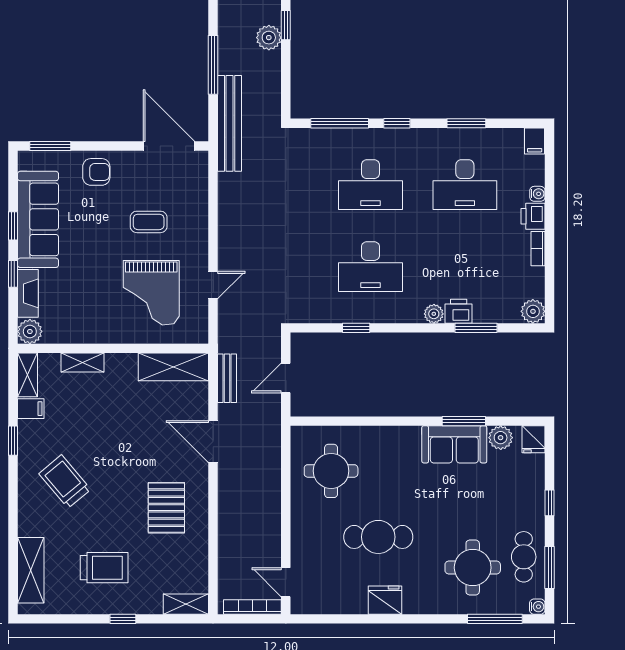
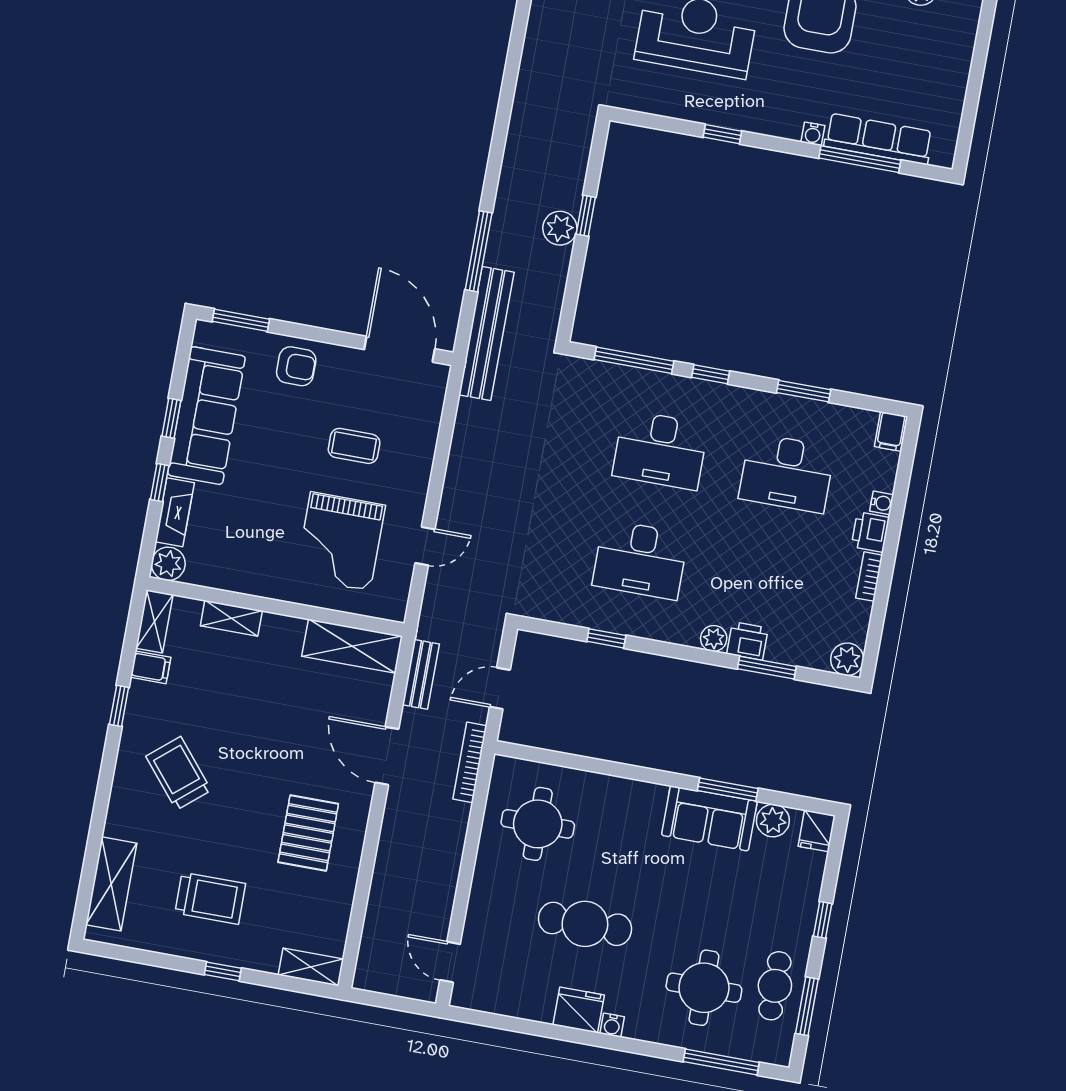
bookcase: (252, 607) -> (470, 762), moved, turned -90
water cooler: (537, 607) -> (612, 1025), moved, turned 90

